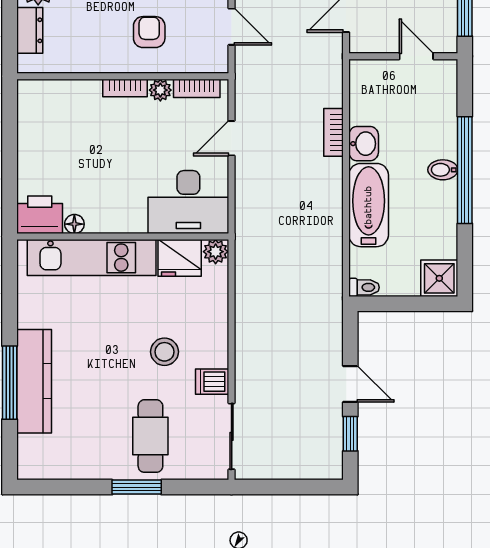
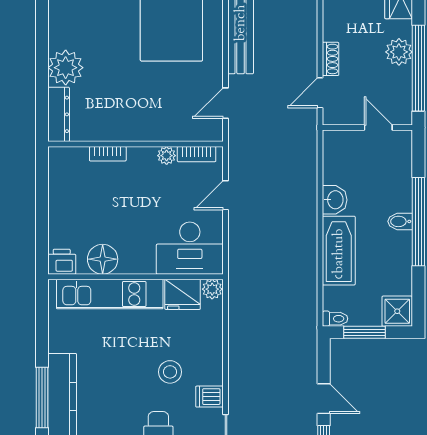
door: (232, 27) -> (225, 103), swing flipped
dresser: (30, 30) -> (59, 114), width x1.44
armchair: (149, 32) -> (157, 108), removed
bookcase: (125, 88) -> (108, 154), moved
bookcase: (334, 132) -> (310, 190), removed
printer: (40, 215) -> (62, 262), width x0.73, depth x0.81
floor lamp: (74, 224) -> (103, 259), width x1.89, depth x1.89
window: (400, 304) -> (365, 332), added

